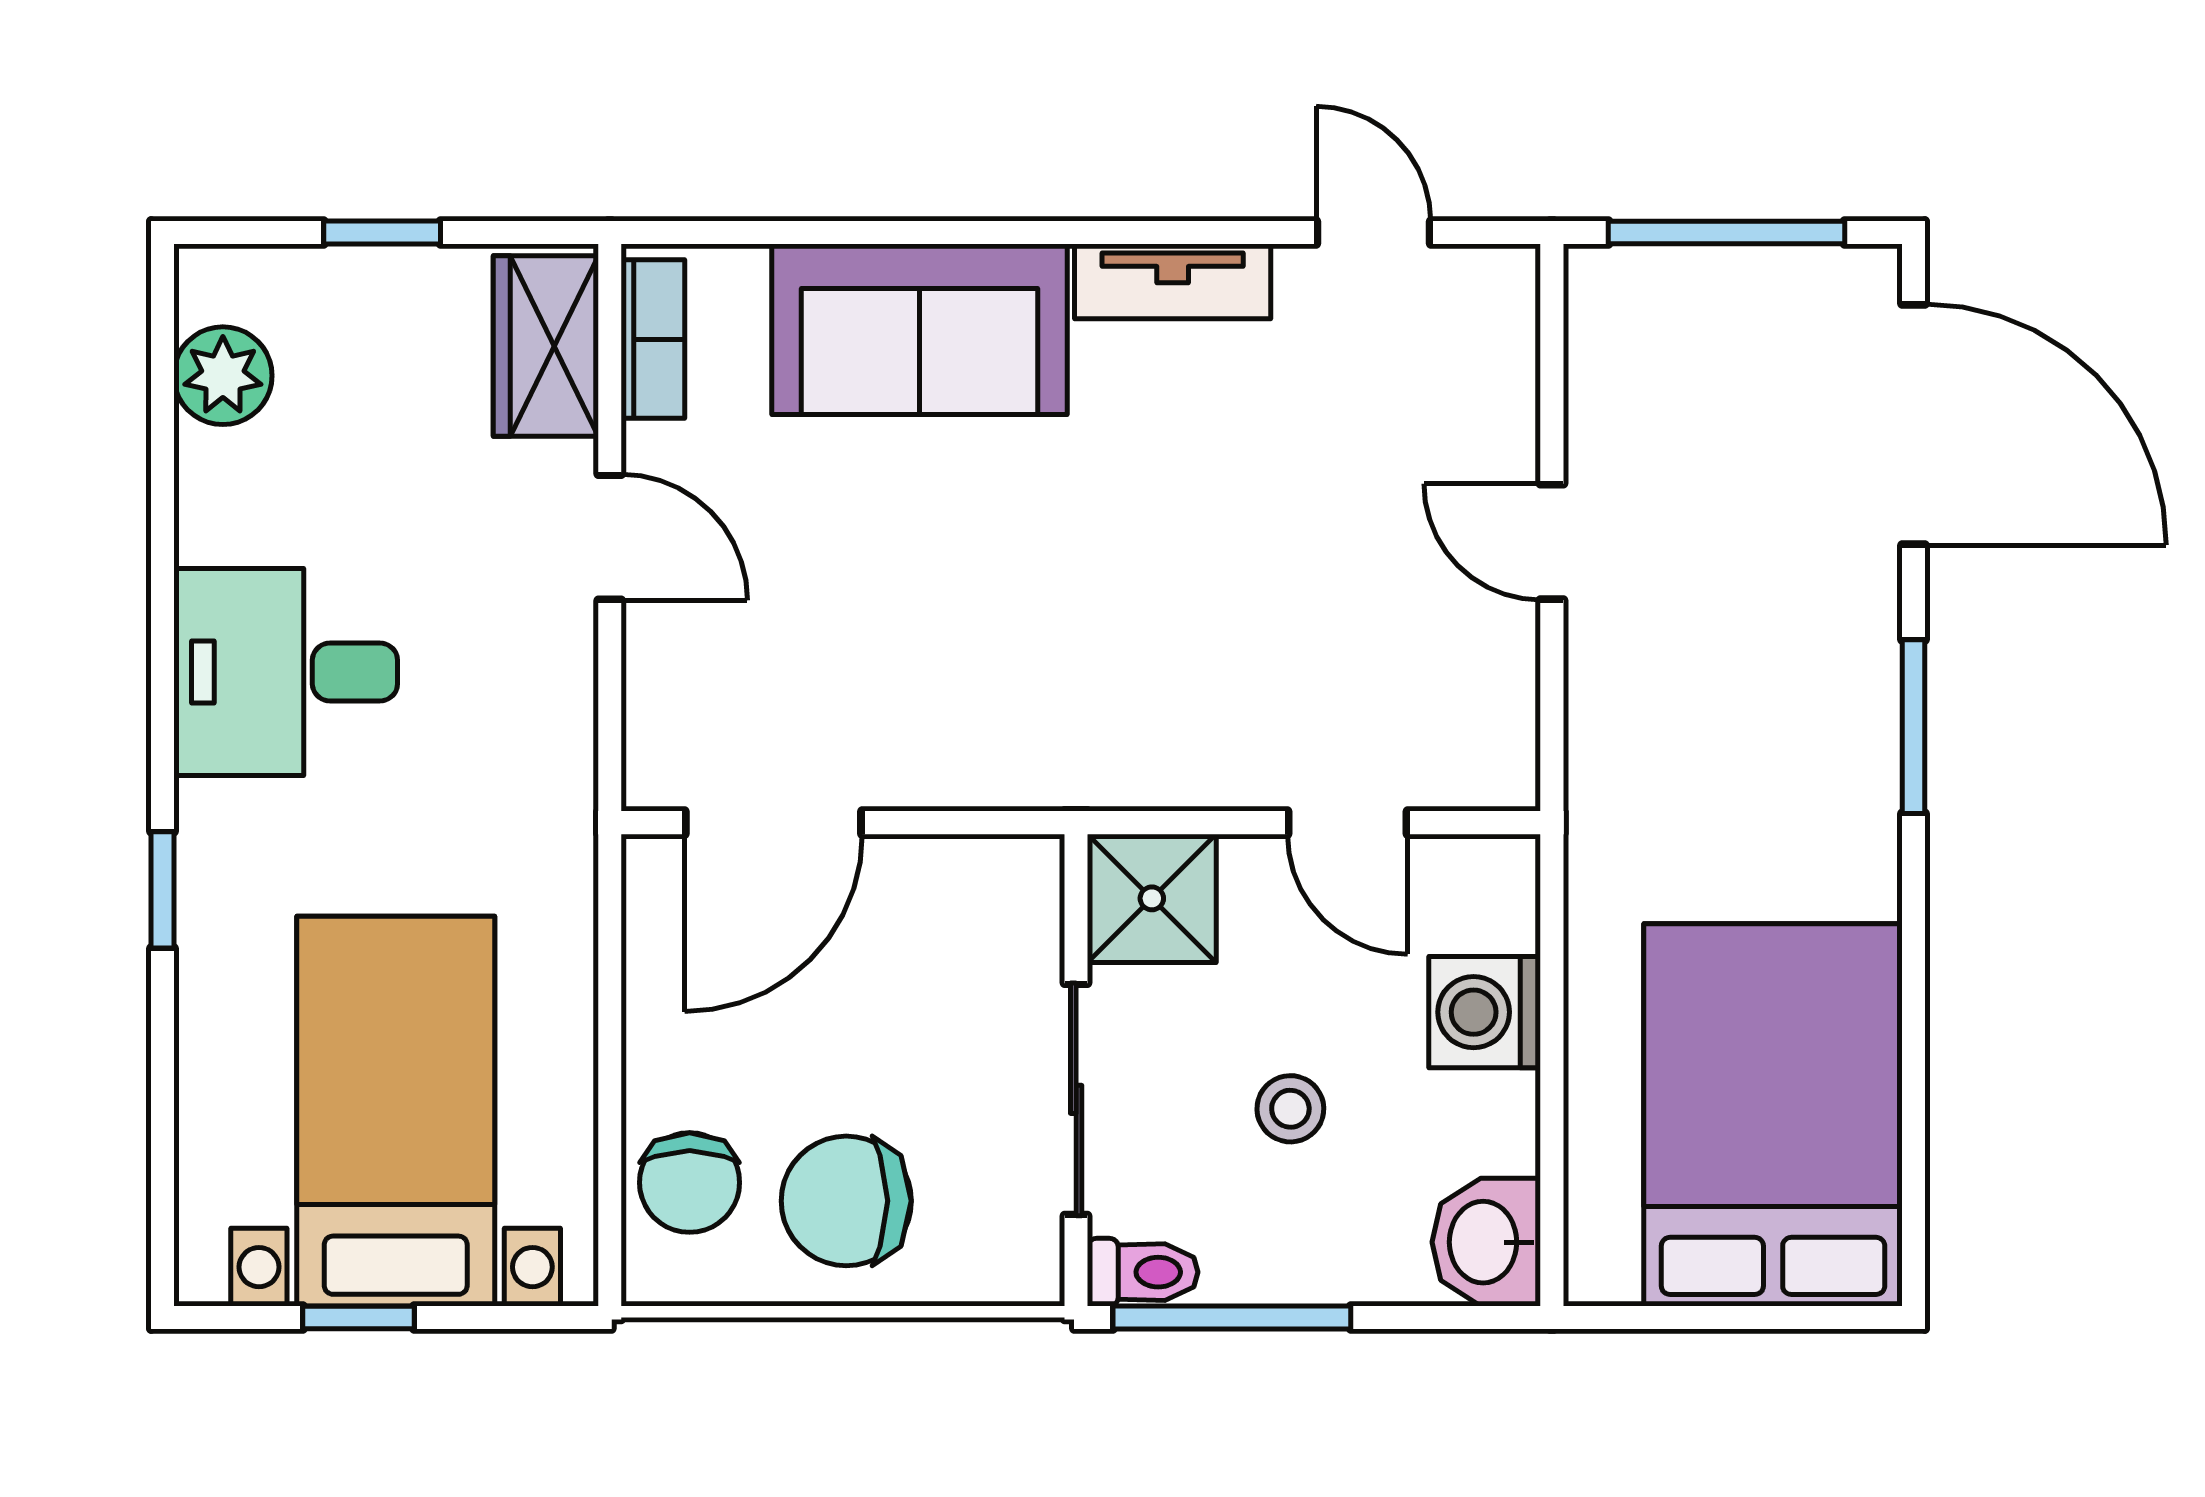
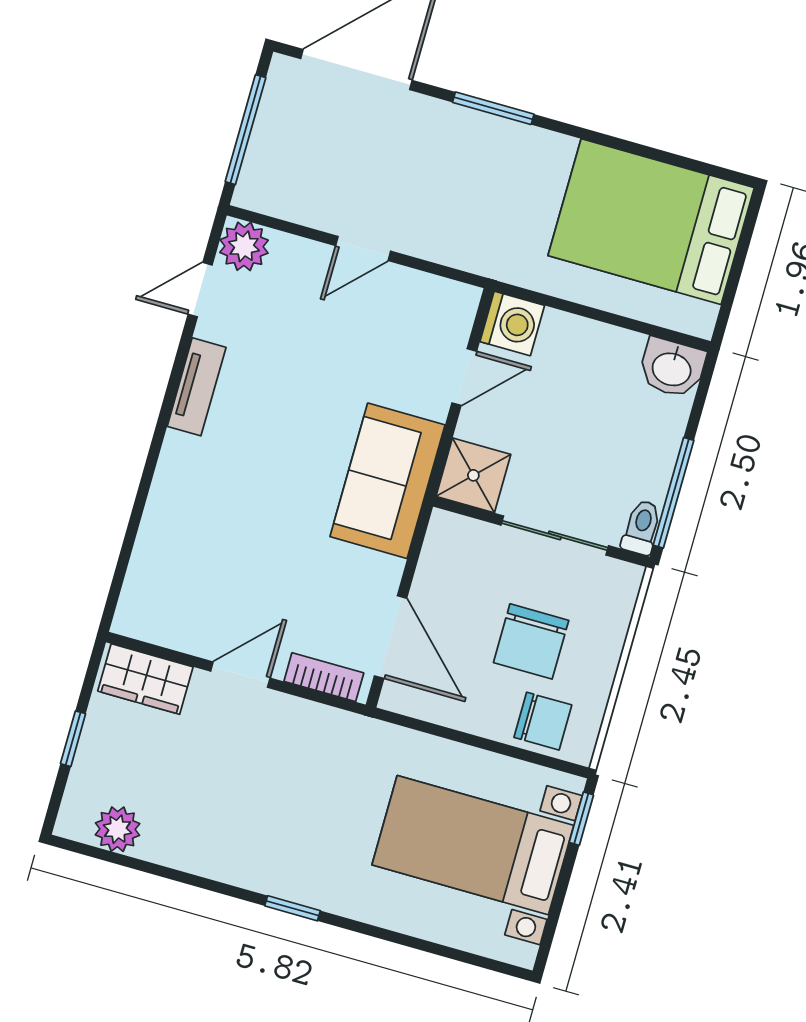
plant: (1487, 297) -> (244, 246), added
sofa: (919, 329) -> (387, 481), moved, turned 180
bookcase: (653, 339) -> (324, 677), moved
desk: (286, 672) -> (260, 839), removed
window: (162, 890) -> (293, 908), moved
washing machine: (1485, 1012) -> (512, 323), moved, turned -90
stool: (1290, 1109) -> (586, 440), removed
chair: (846, 1201) -> (531, 641), moved
window: (359, 1317) -> (581, 819), moved

